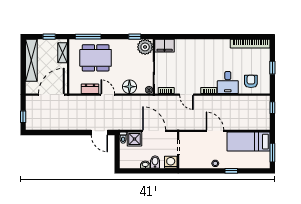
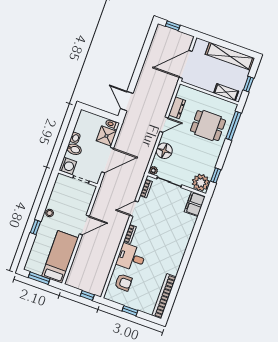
dining table: (96, 58) -> (208, 126), width x0.73
door: (51, 95) -> (186, 64), swing flipped
door: (99, 132) -> (127, 101), hinge flipped

